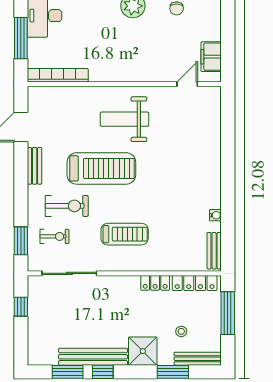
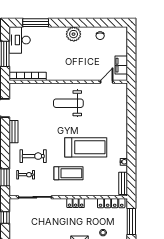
treadmill: (101, 168) -> (86, 147), moved
locker: (155, 283) -> (76, 203), moved

